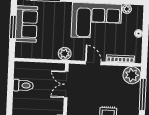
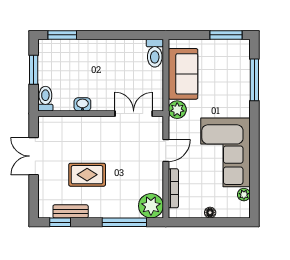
sofa: (26, 24) -> (183, 74), moved, turned -90
window: (13, 27) -> (226, 35), moved
toilet: (23, 85) -> (155, 53), moved

